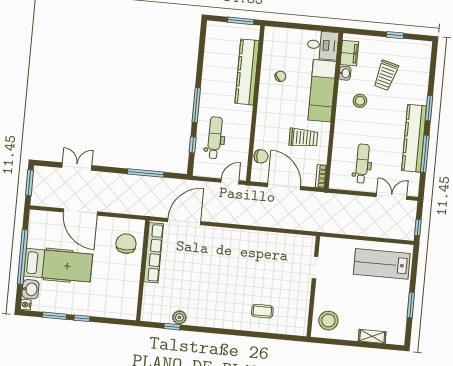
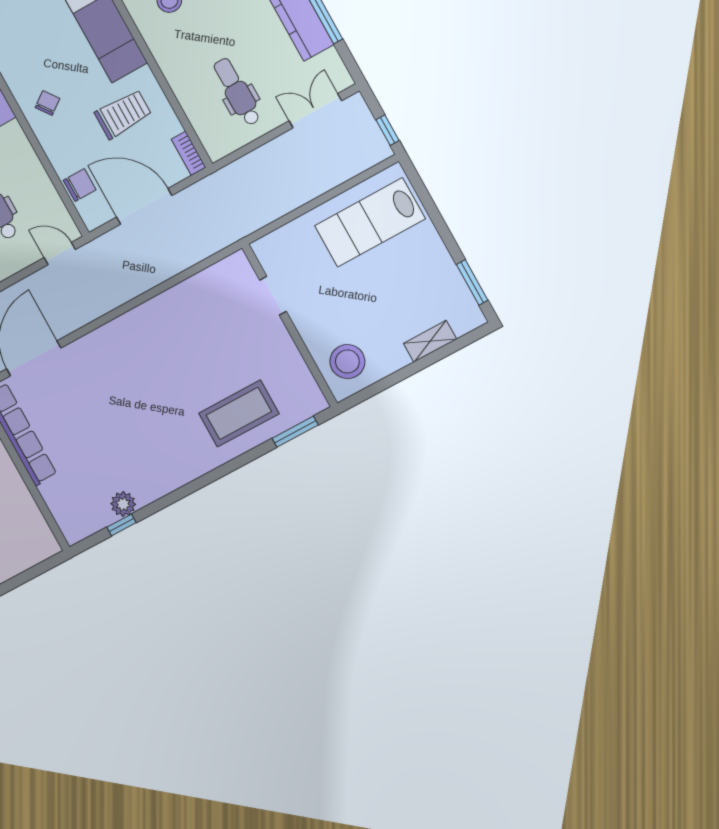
chair: (280, 76) -> (47, 103), moved
door: (230, 181) -> (60, 254), hinge flipped
window: (411, 305) -> (472, 282), moved
coffee table: (262, 311) -> (239, 413), width x1.86, depth x1.72
window: (283, 337) -> (295, 432), added

